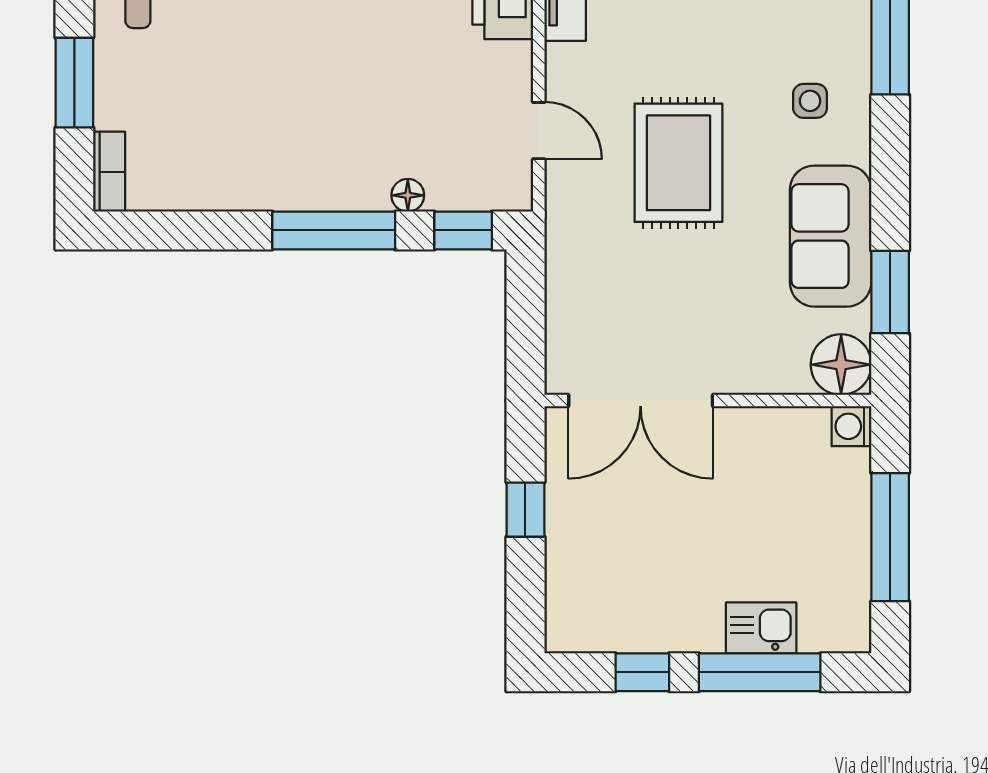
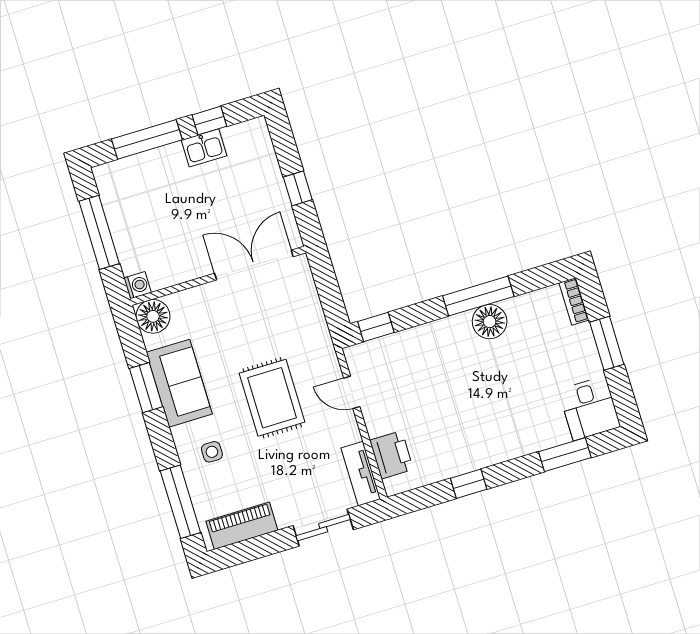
floor lamp: (408, 195) -> (490, 322), moved, width x1.89, depth x1.89
window: (334, 230) -> (478, 296), moved
window: (890, 292) -> (146, 388), moved
kitchen sink: (761, 628) -> (204, 148), moved

